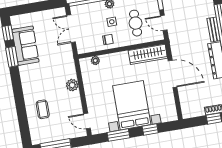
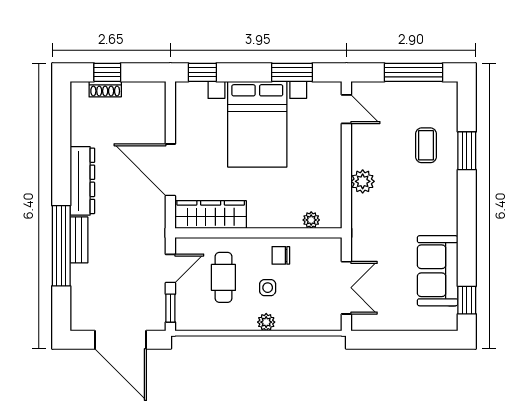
door: (164, 23) -> (170, 269), hinge flipped
window: (12, 57) -> (467, 151), moved
window: (150, 130) -> (202, 72), moved

